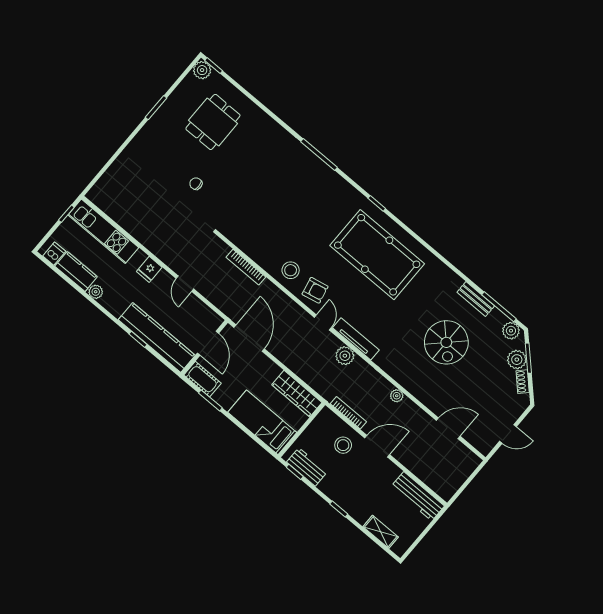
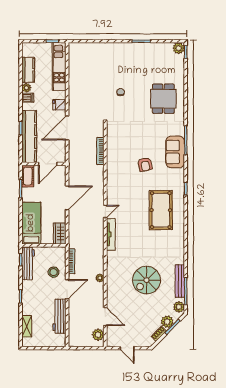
dining table: (213, 122) -> (163, 99), moved, turned 90
sofa: (322, 179) -> (175, 152), added
dishwasher: (54, 254) -> (28, 98), moved
pool table: (377, 255) -> (161, 210), width x0.73, depth x0.76
stool: (291, 270) -> (117, 174), removed
door: (185, 284) -> (67, 128), width x1.88
armchair: (315, 290) -> (145, 164), moved
bench: (476, 299) -> (180, 281), width x1.36
door: (249, 338) -> (67, 198), moved
plant: (345, 356) -> (98, 335), moved
wardrobe: (297, 394) -> (60, 234), width x0.67
door: (377, 446) -> (67, 289), hinge flipped
workbench: (307, 467) -> (28, 263), width x1.38
workbench: (418, 496) -> (59, 316), moved

